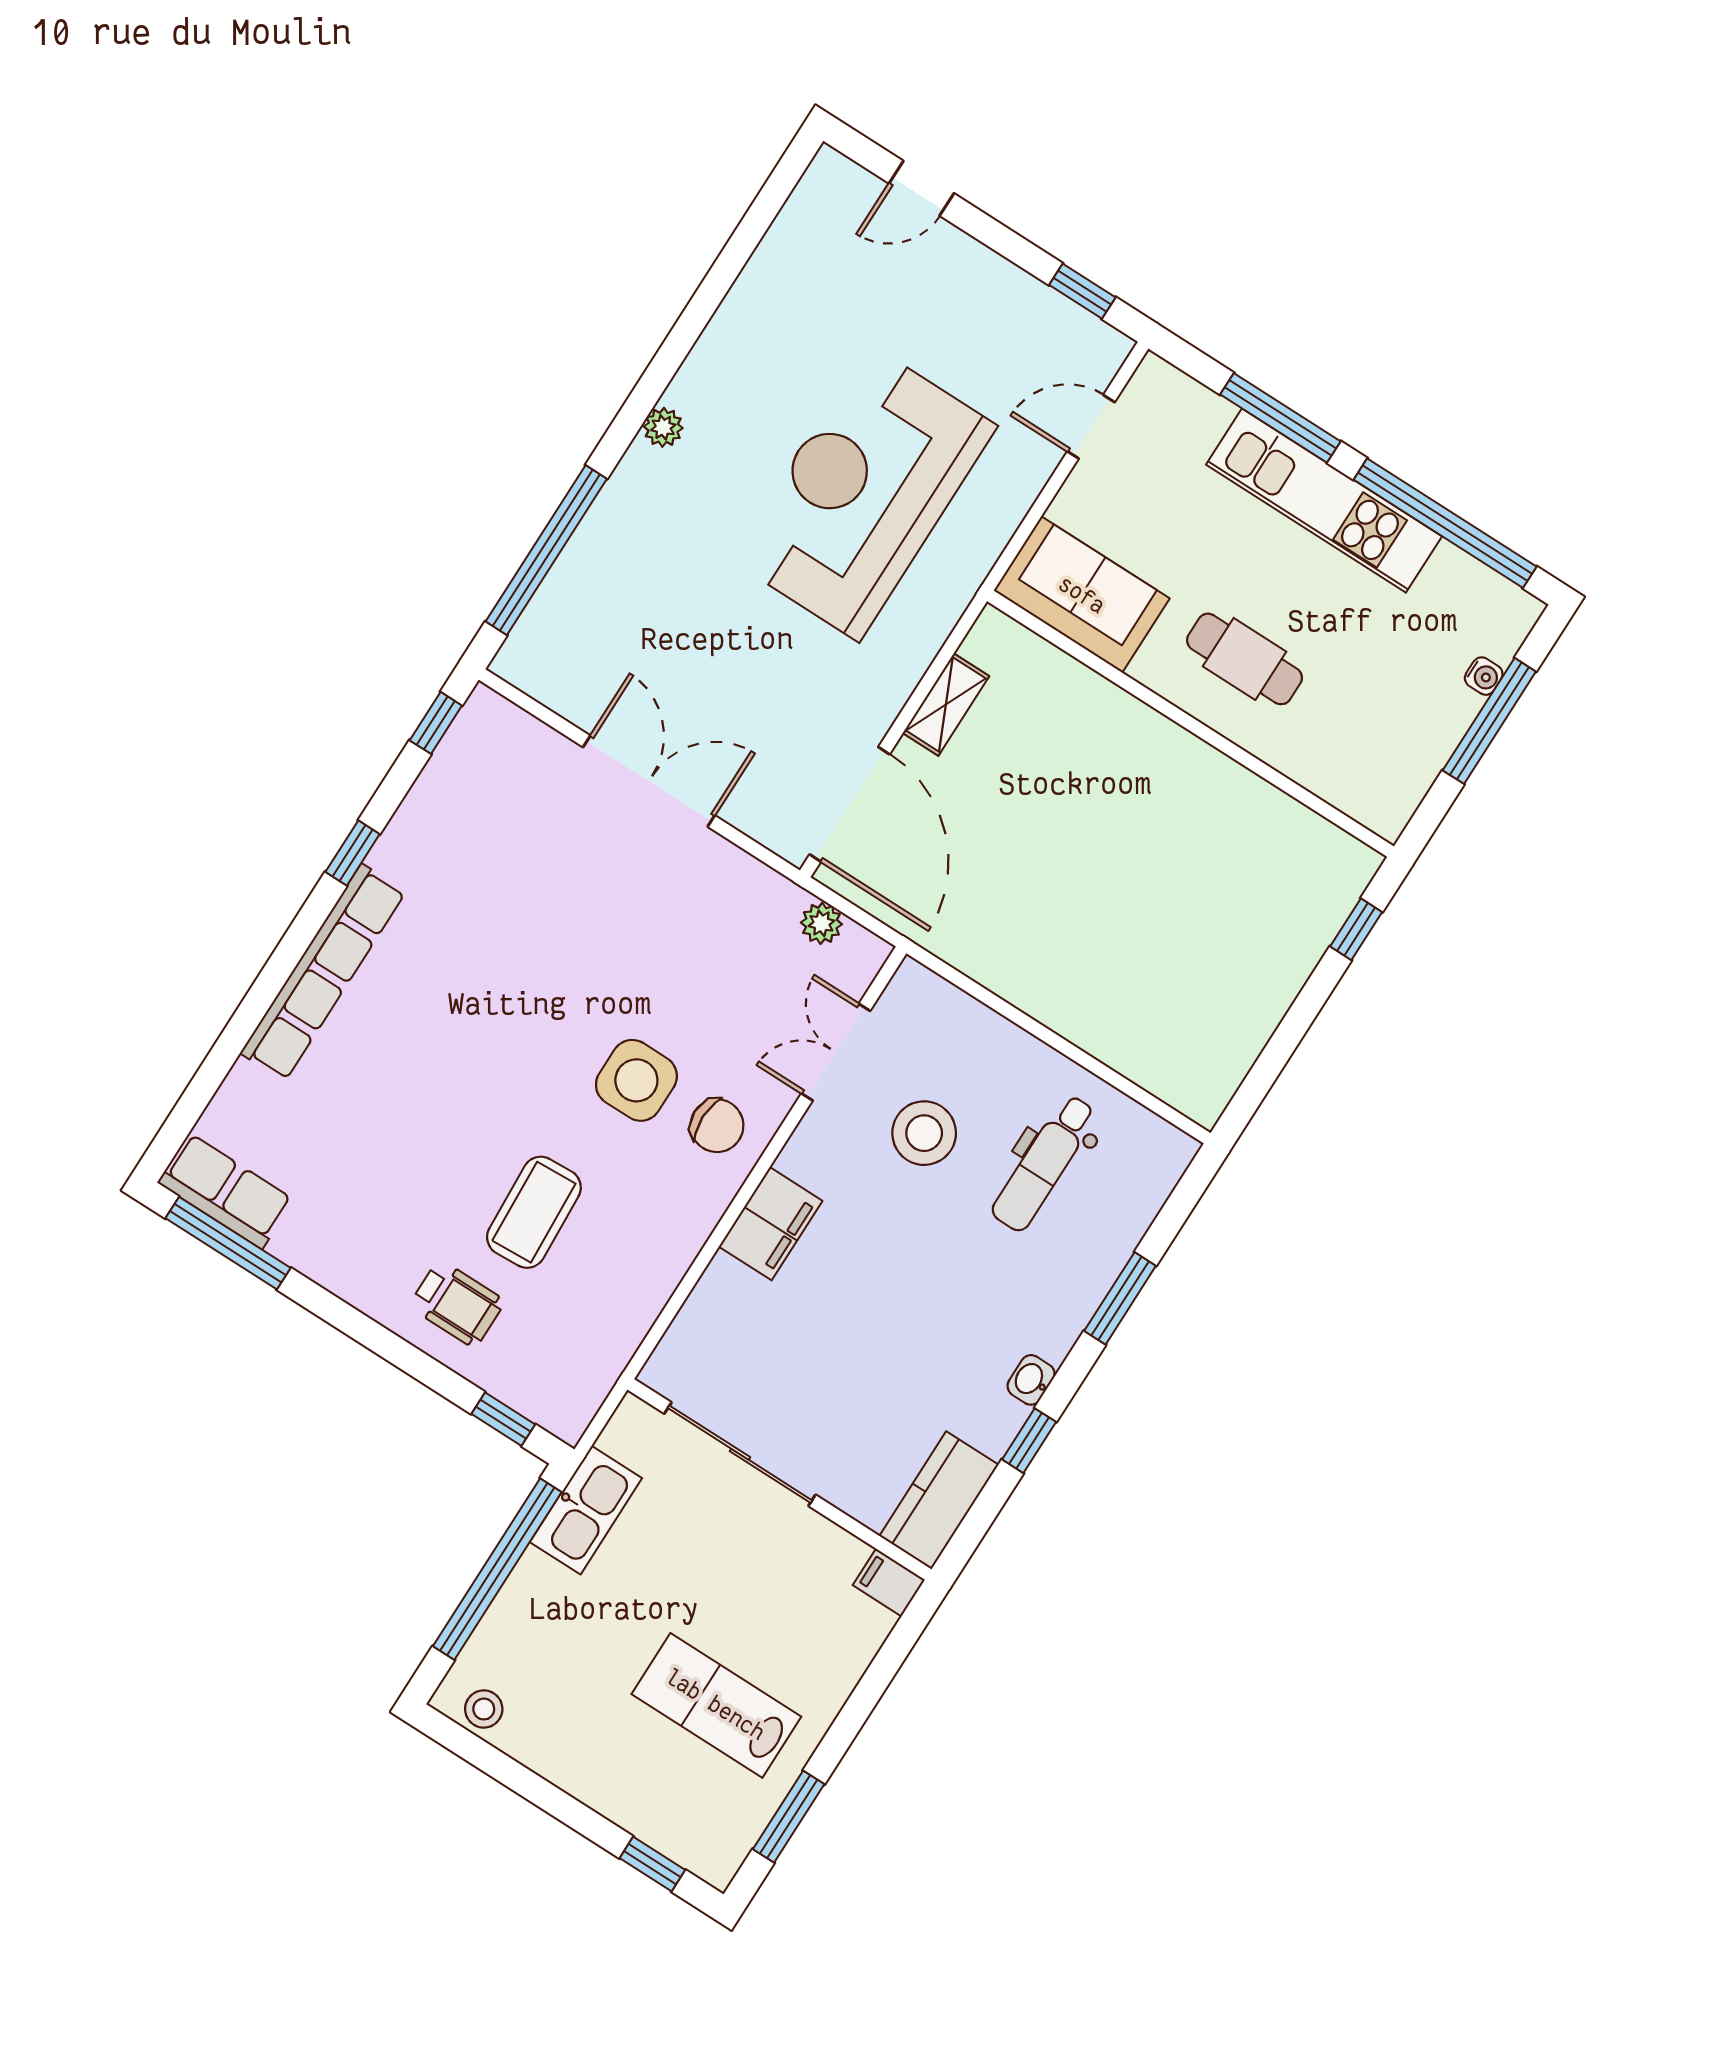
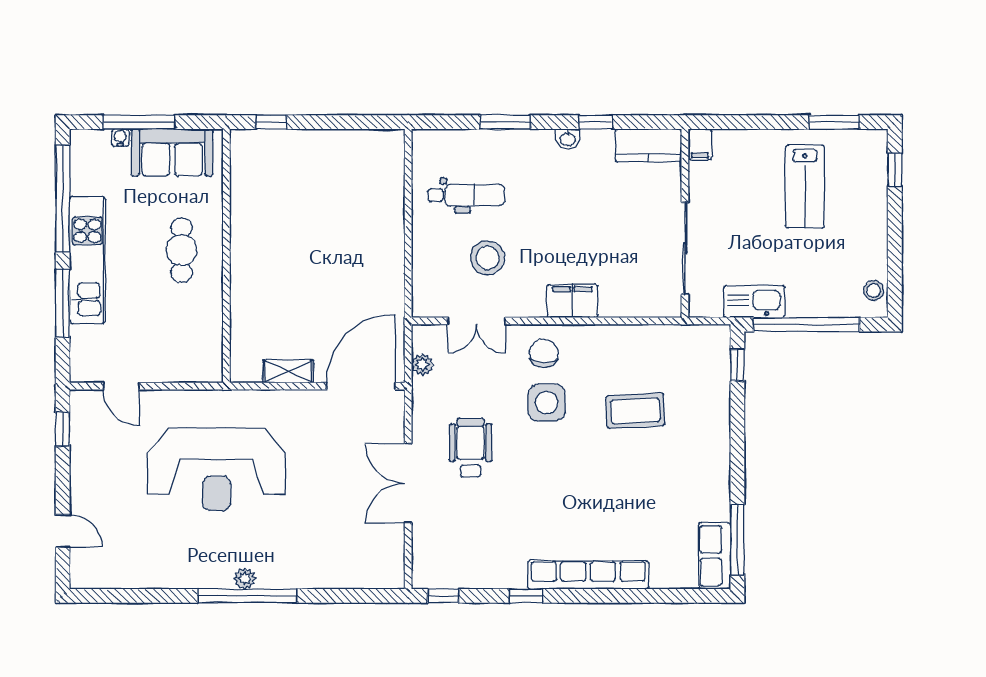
window: (546, 550) -> (247, 596), moved
sofa: (1082, 595) -> (172, 152), moved, turned -90
wheelchair: (457, 1304) -> (470, 447), moved, width x1.36, depth x1.37

